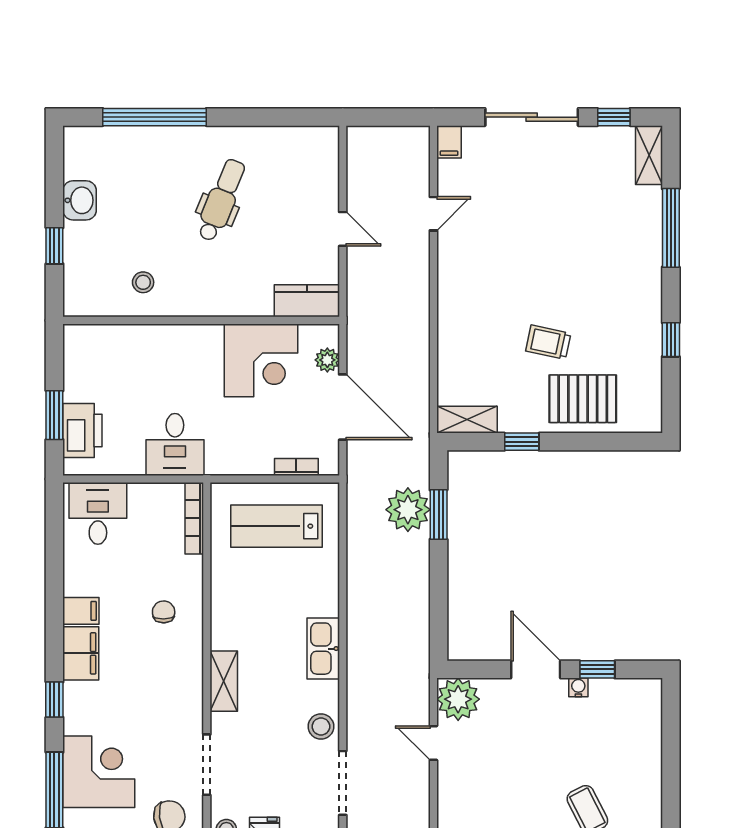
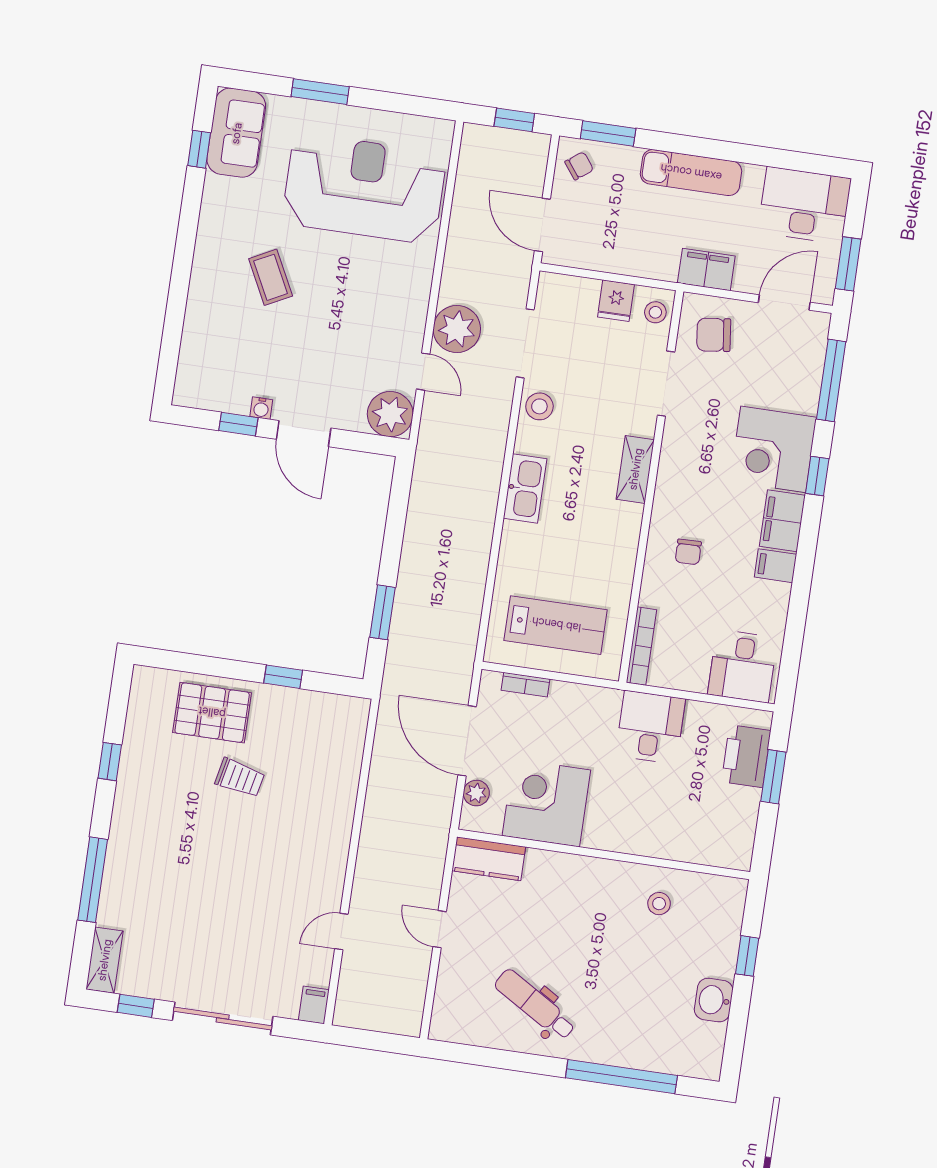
dental chair: (221, 200) -> (535, 1005), moved, turned 99
shelving: (467, 420) -> (338, 708), removed
plant: (408, 510) -> (457, 329), moved
corner desk: (99, 772) -> (773, 449), moved

